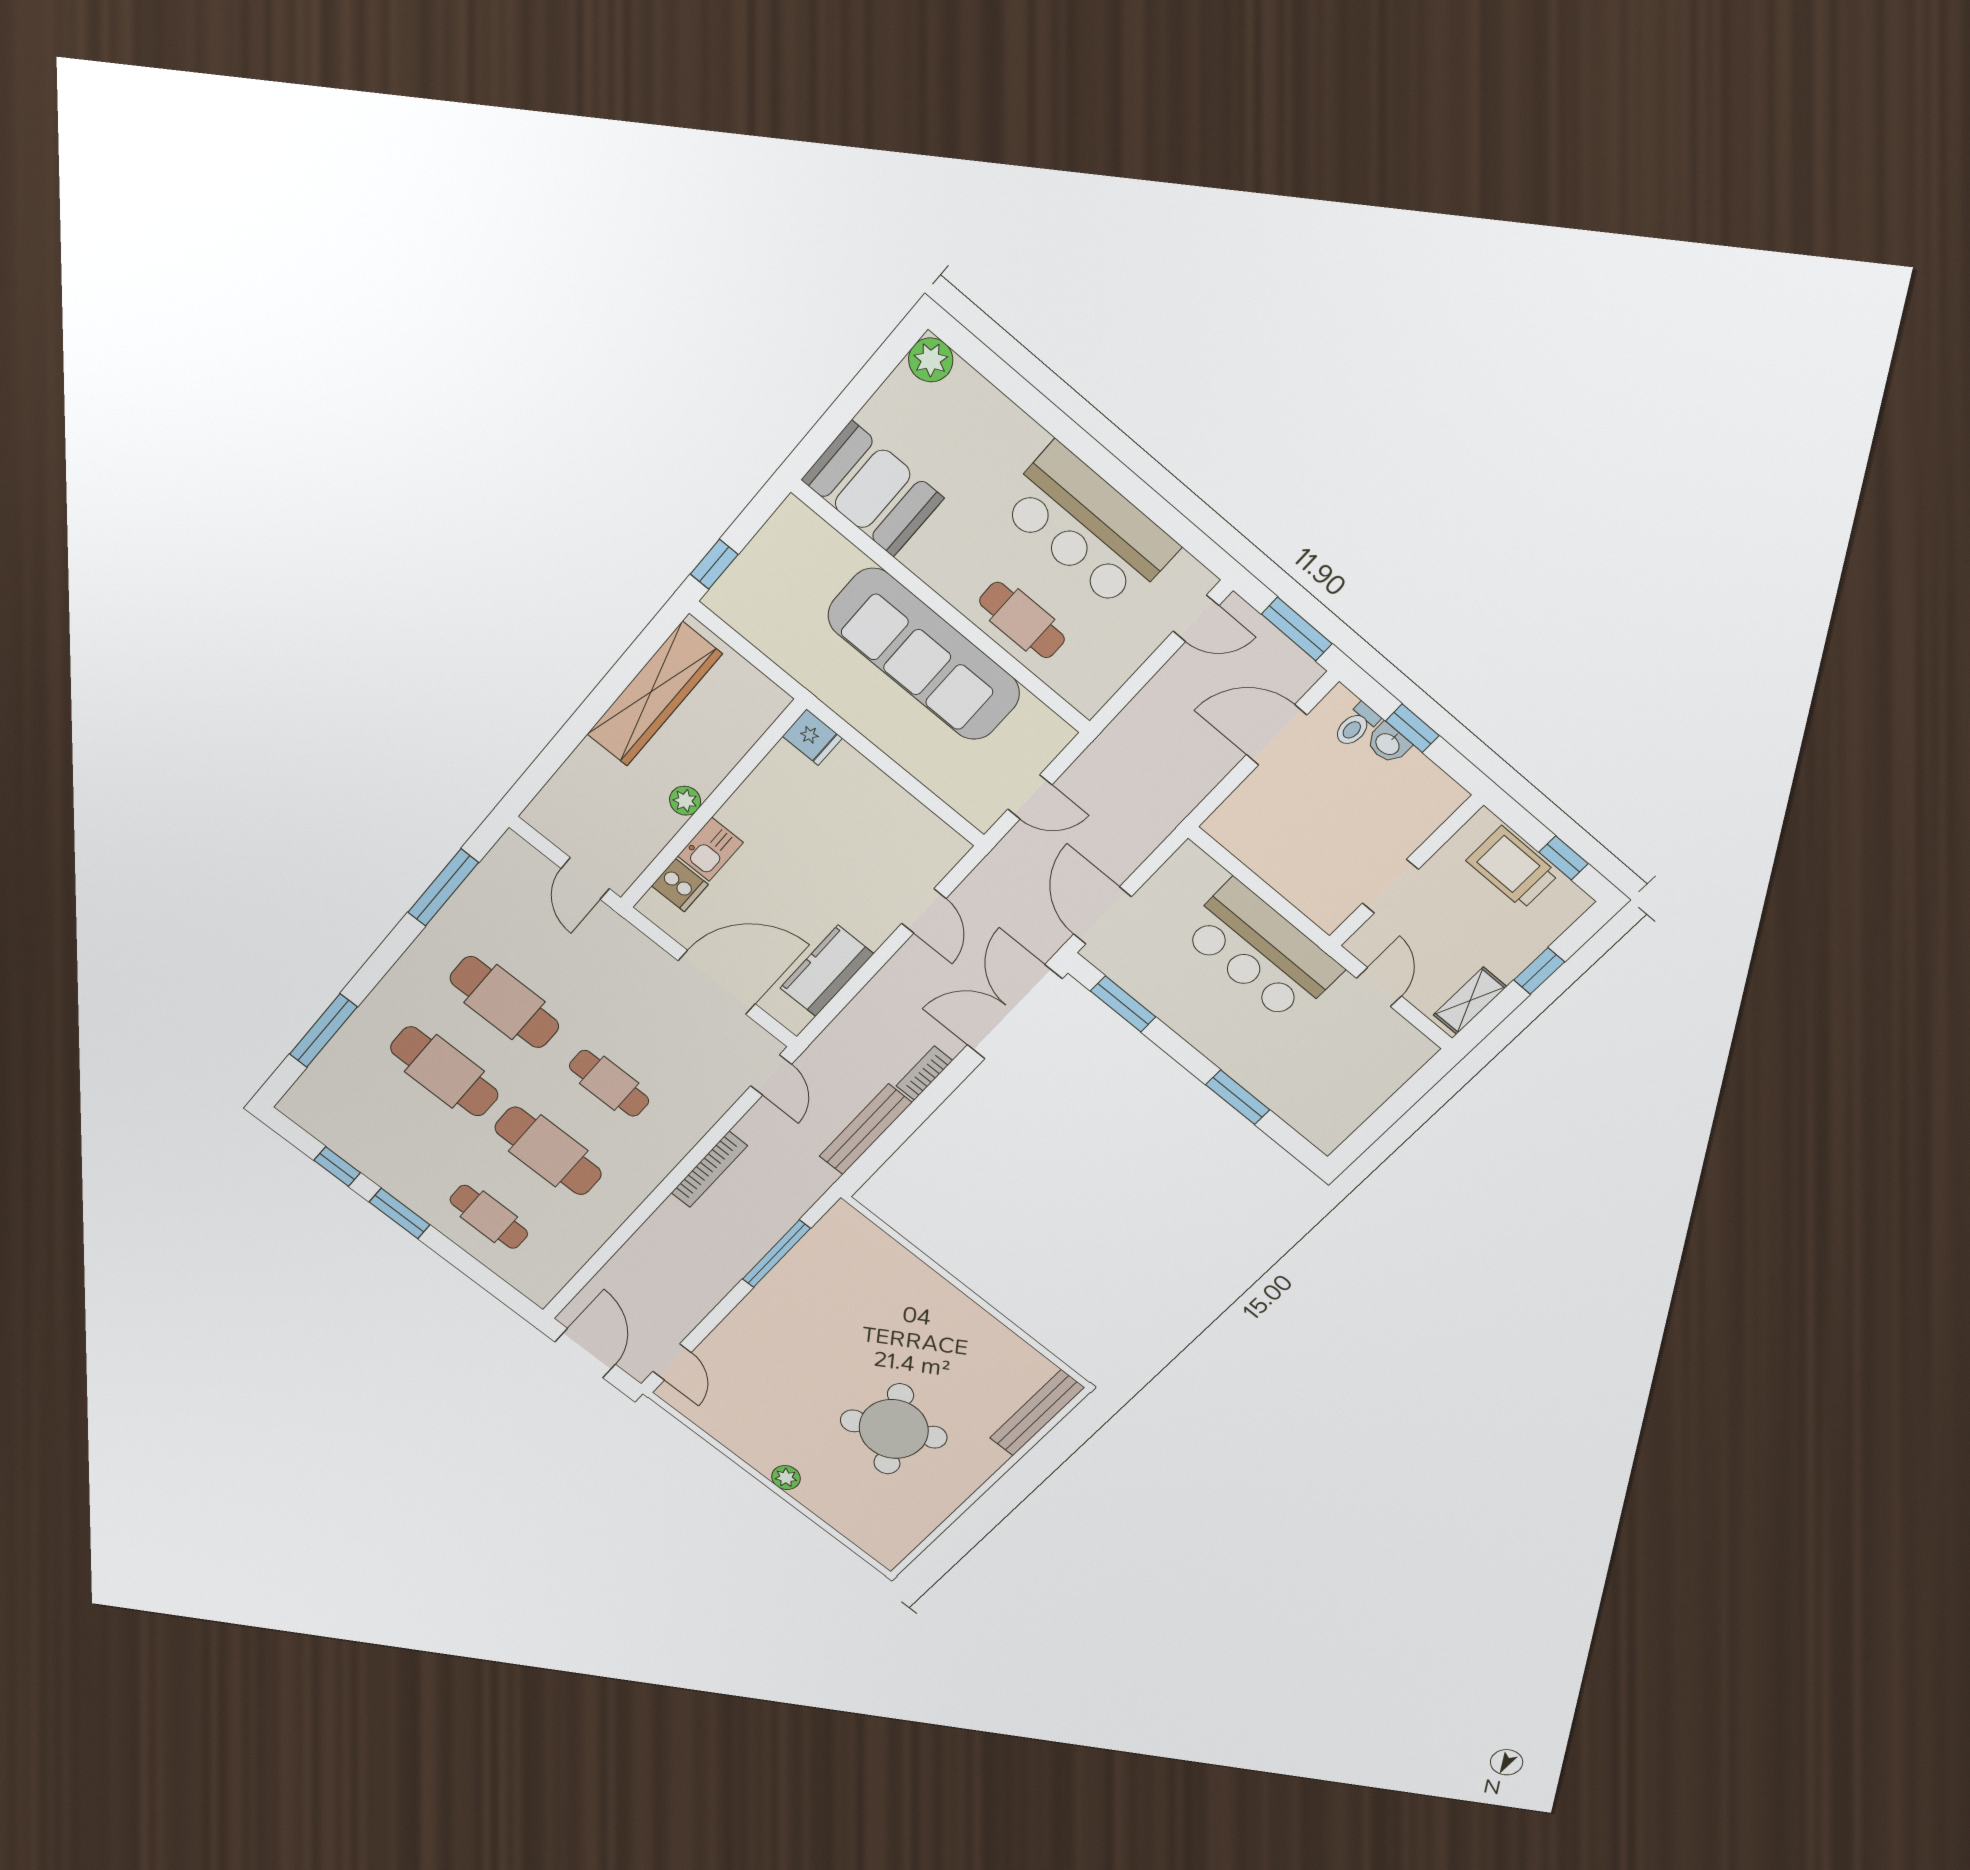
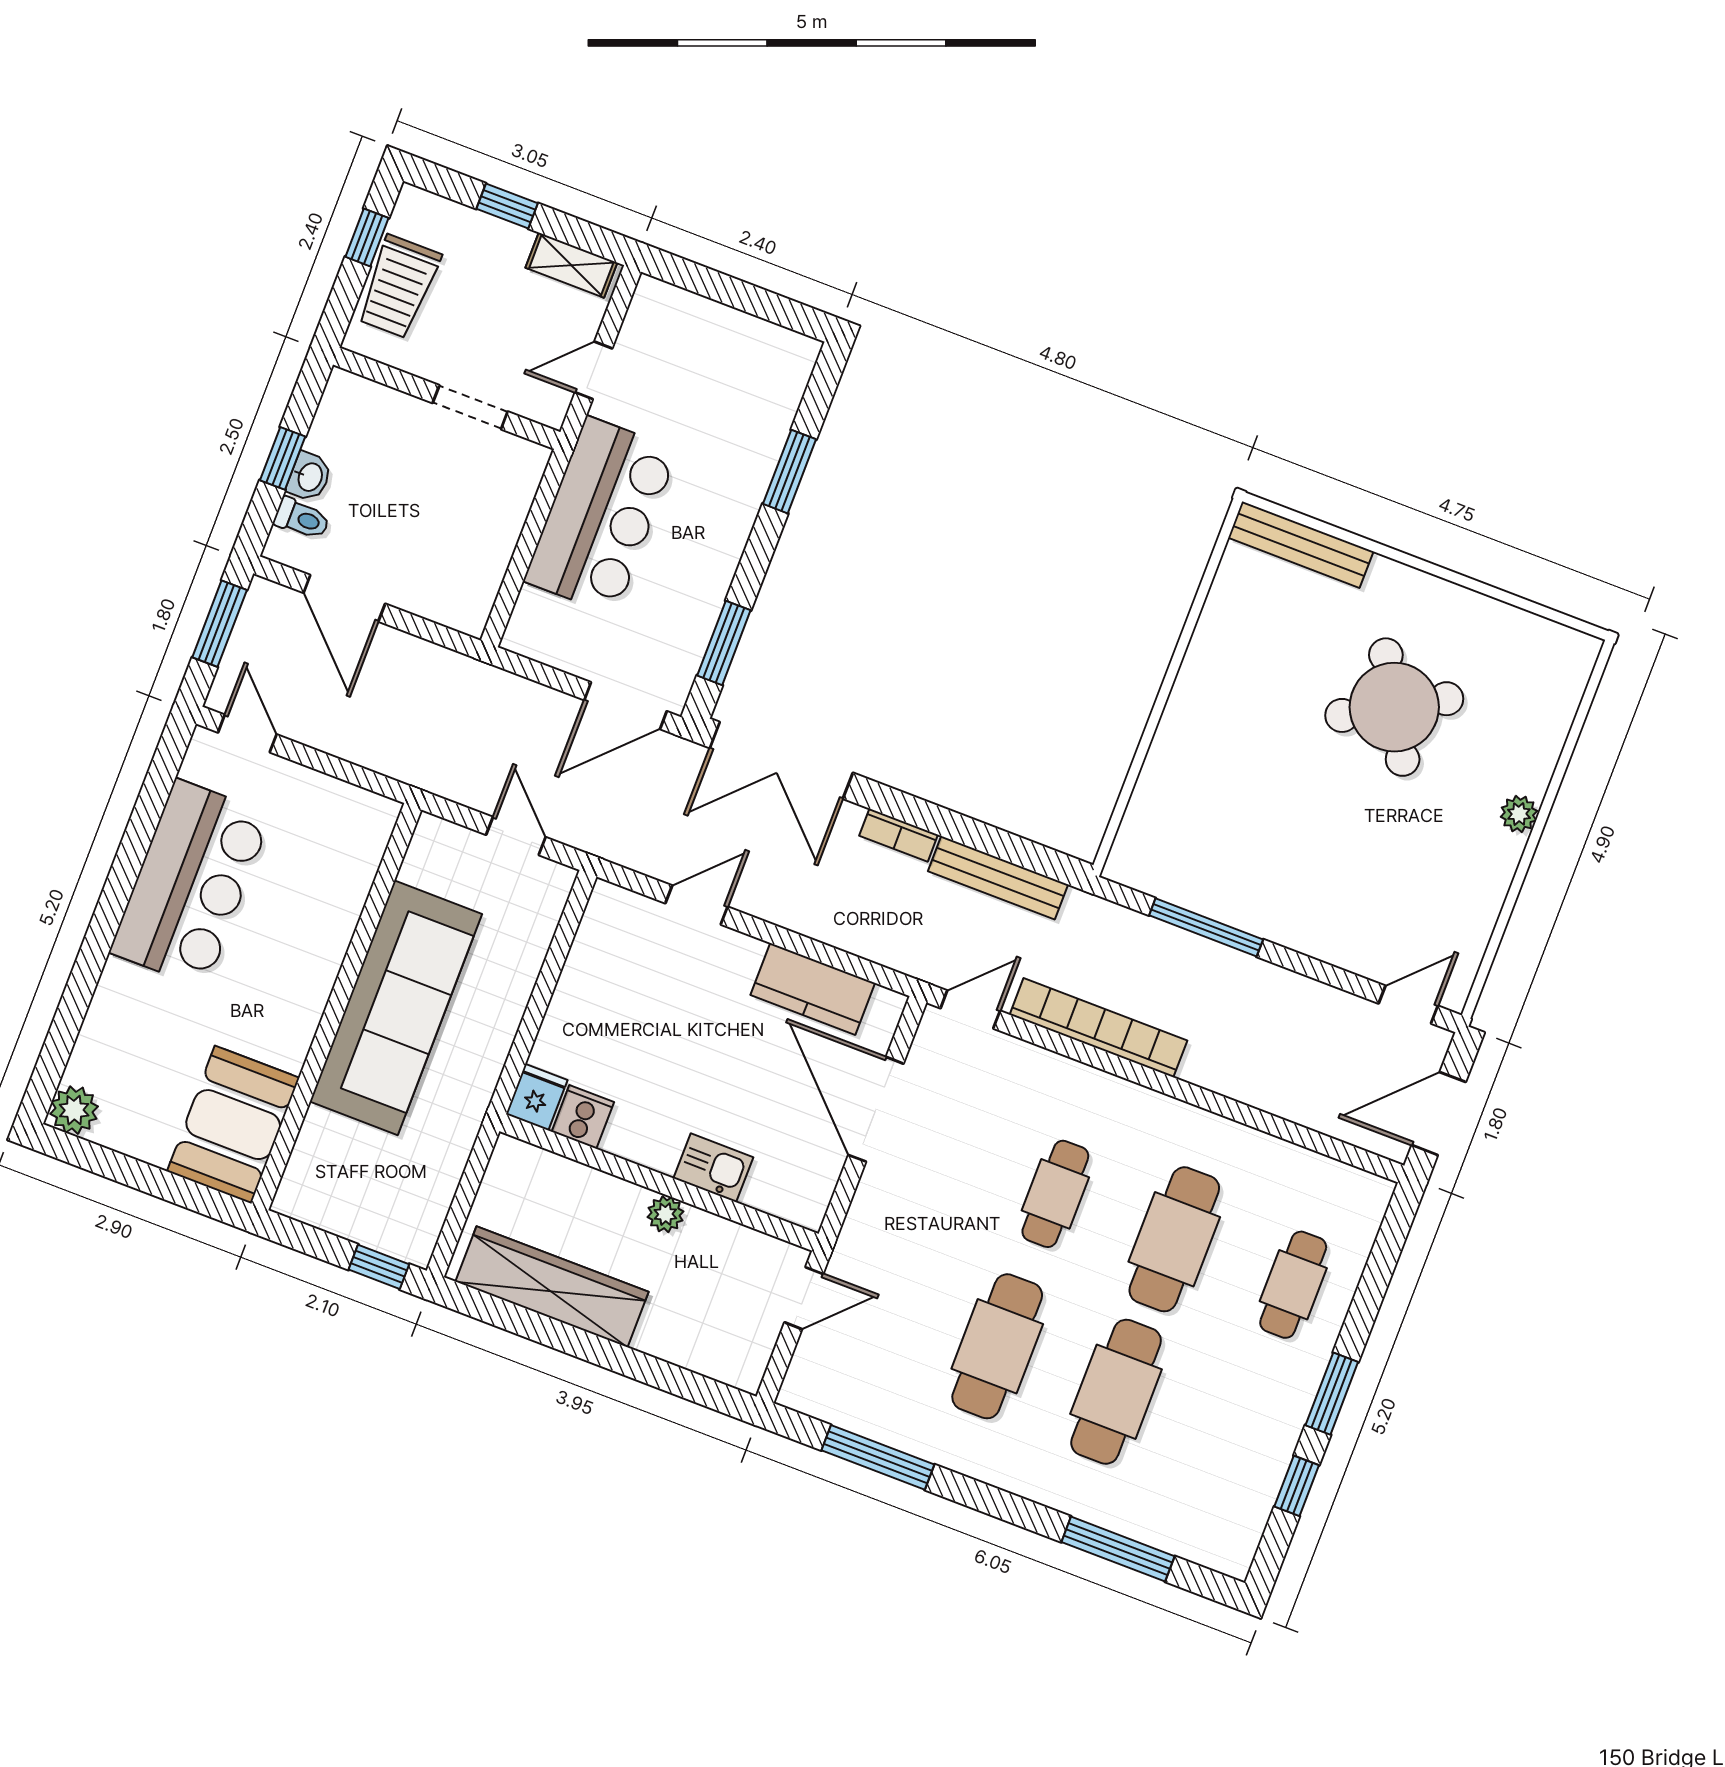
cafe table: (1022, 620) -> (318, 916), removed
cooker: (680, 885) -> (583, 1117), moved
bookcase: (709, 1169) -> (1098, 1028), width x1.48, depth x1.31

